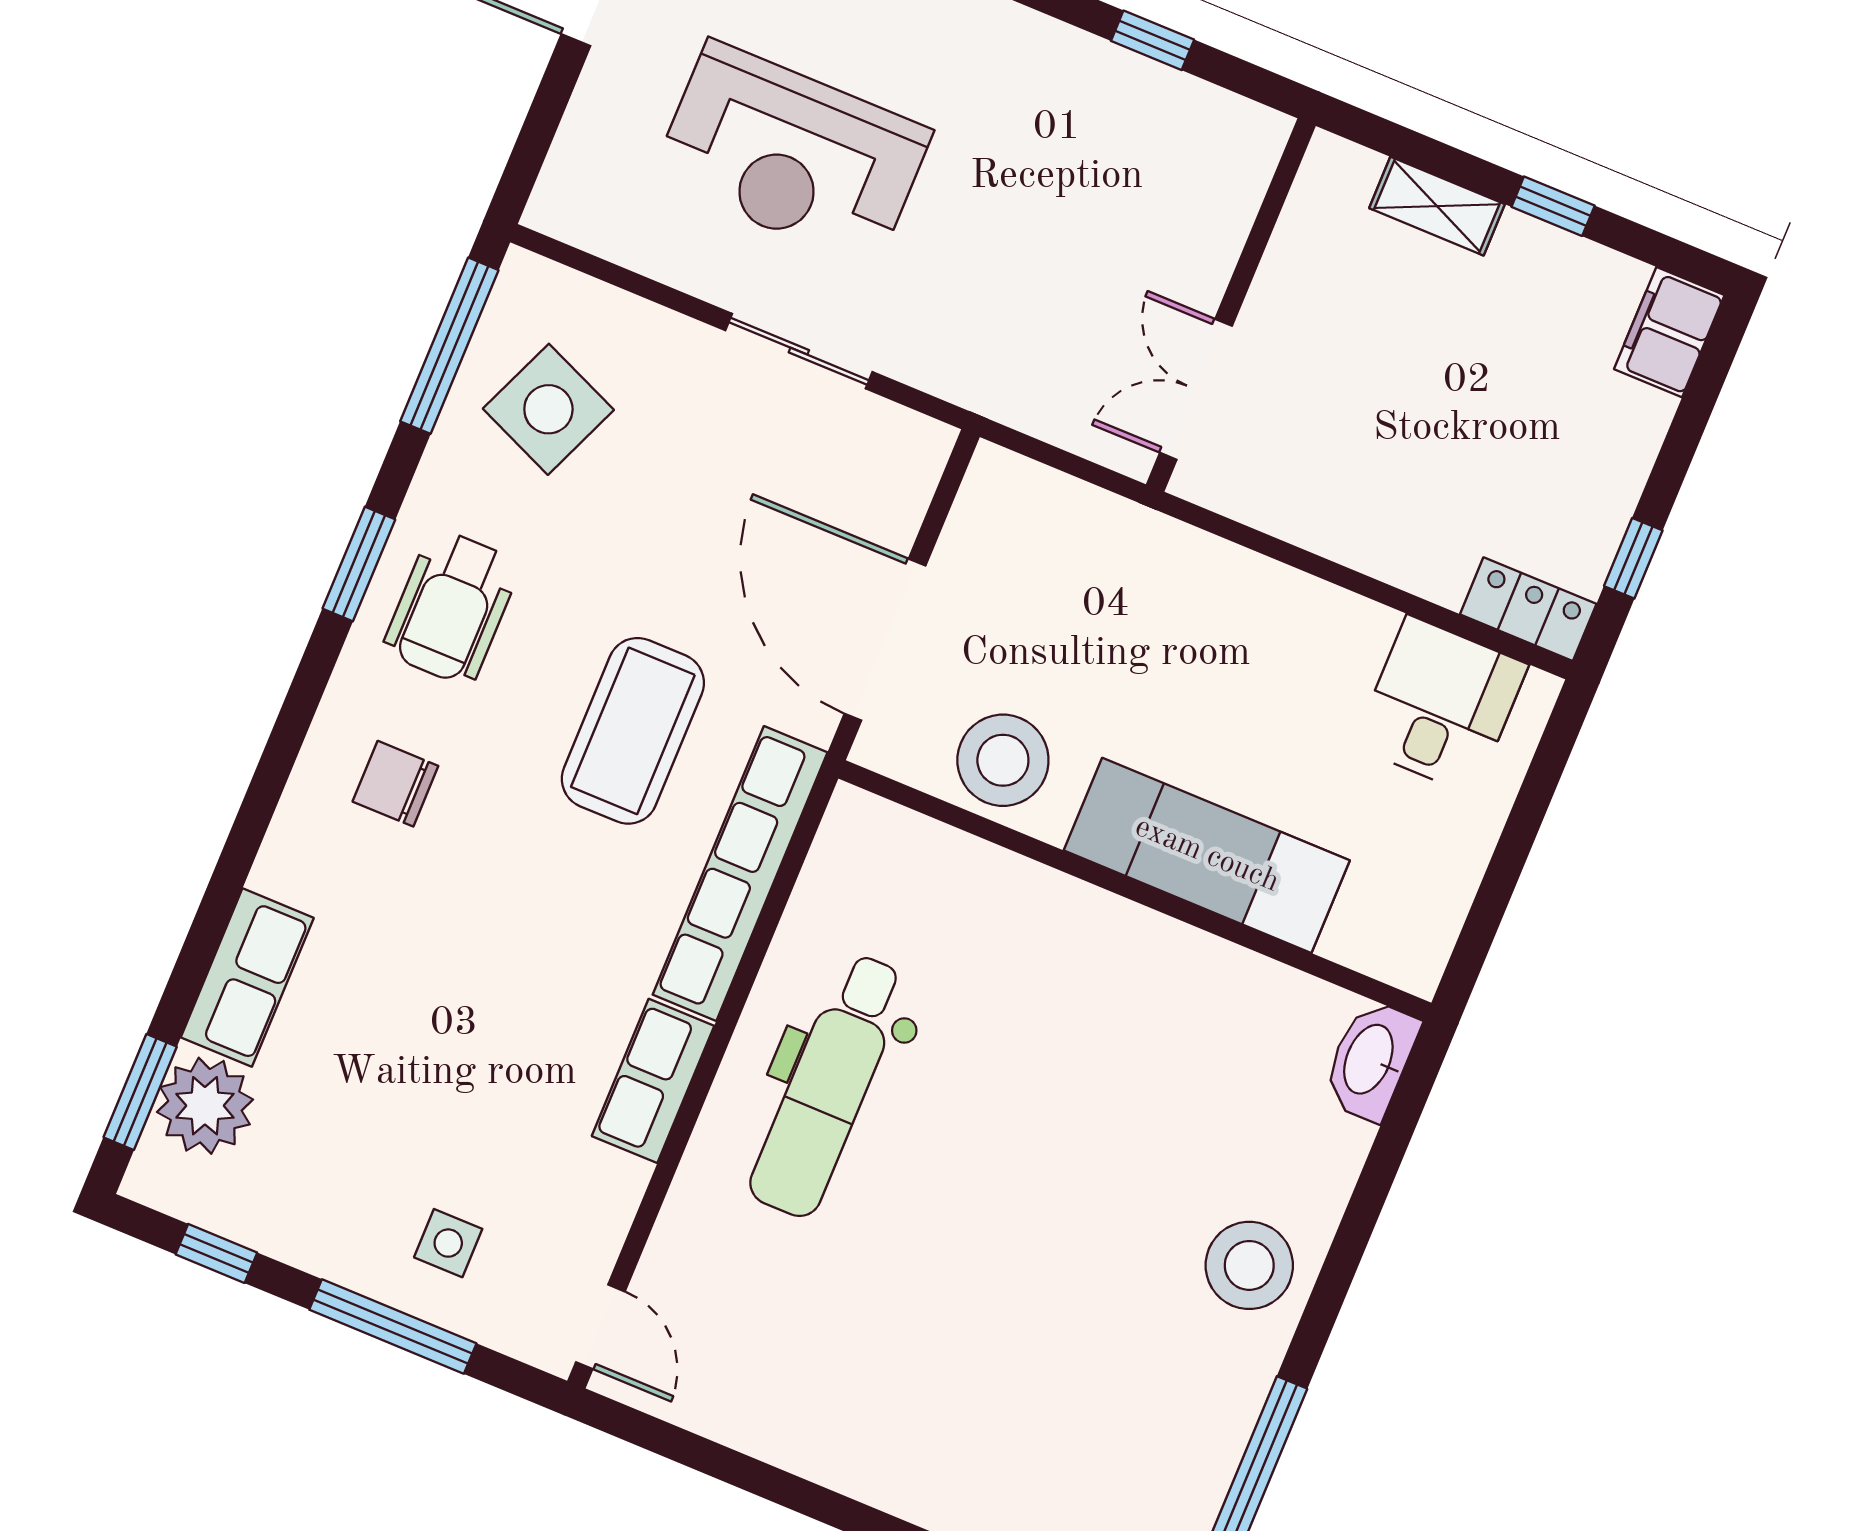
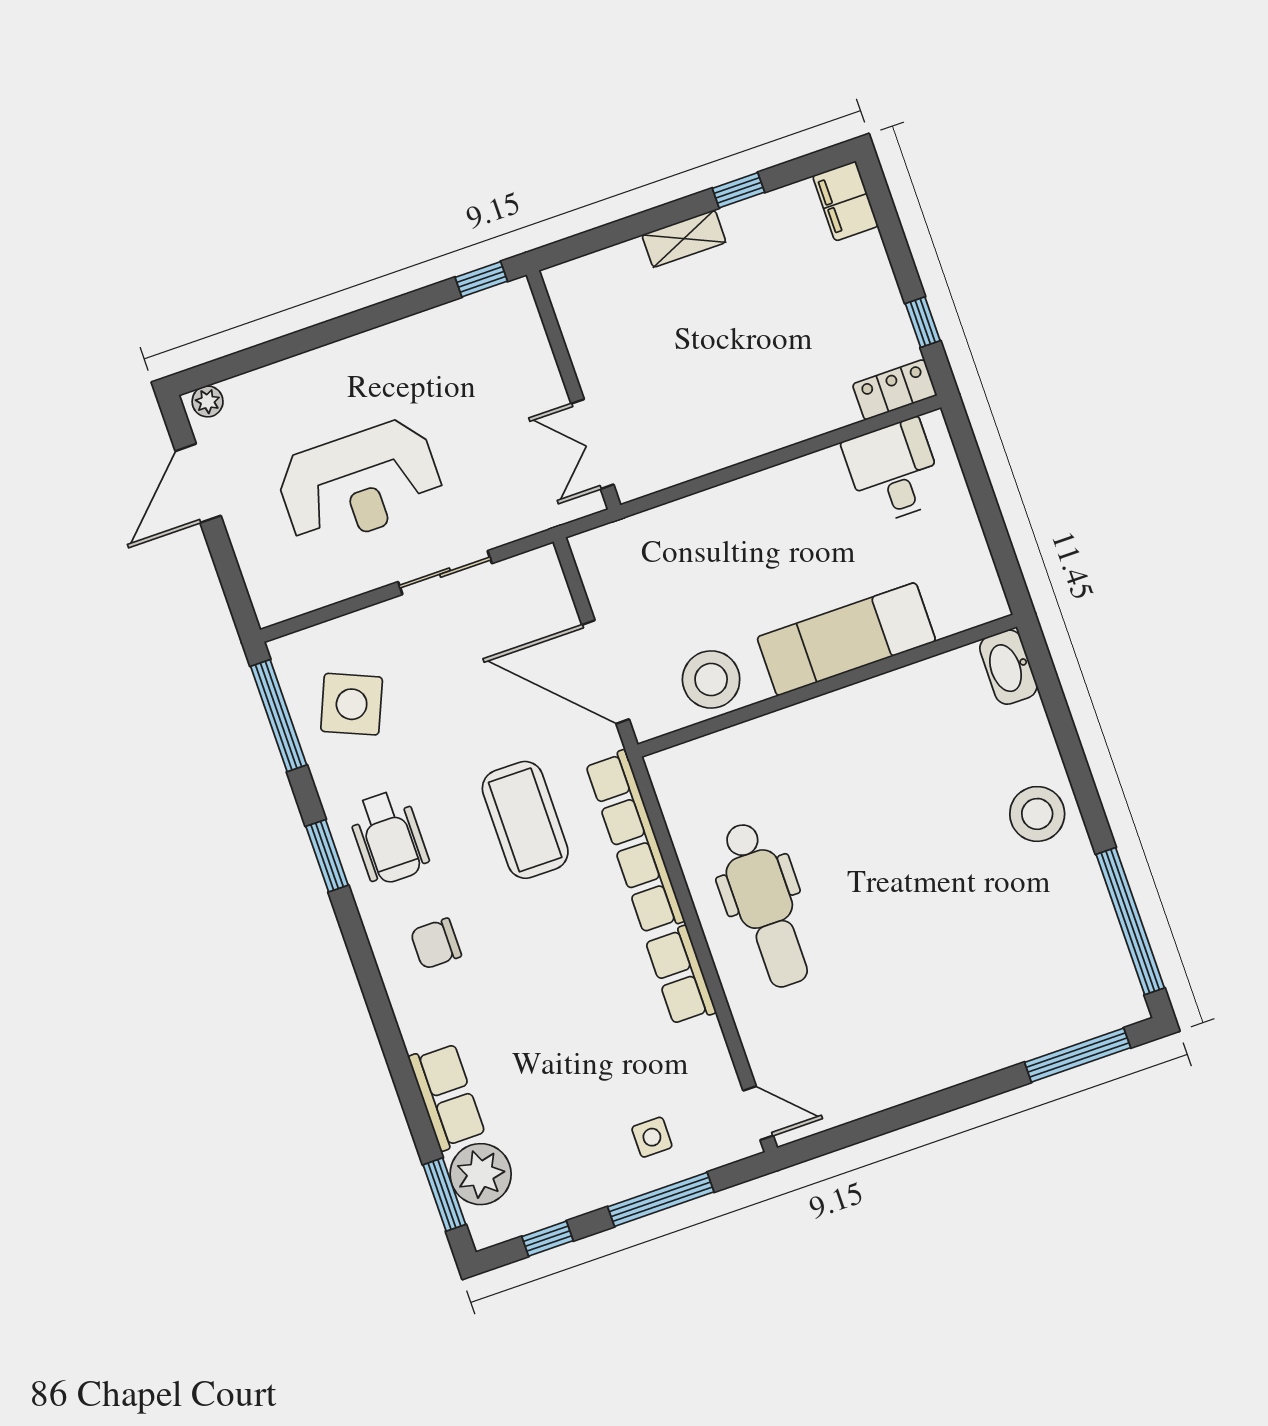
wall: (1231, 305) -> (574, 390), moved
double door: (1196, 389) -> (592, 444), moved

